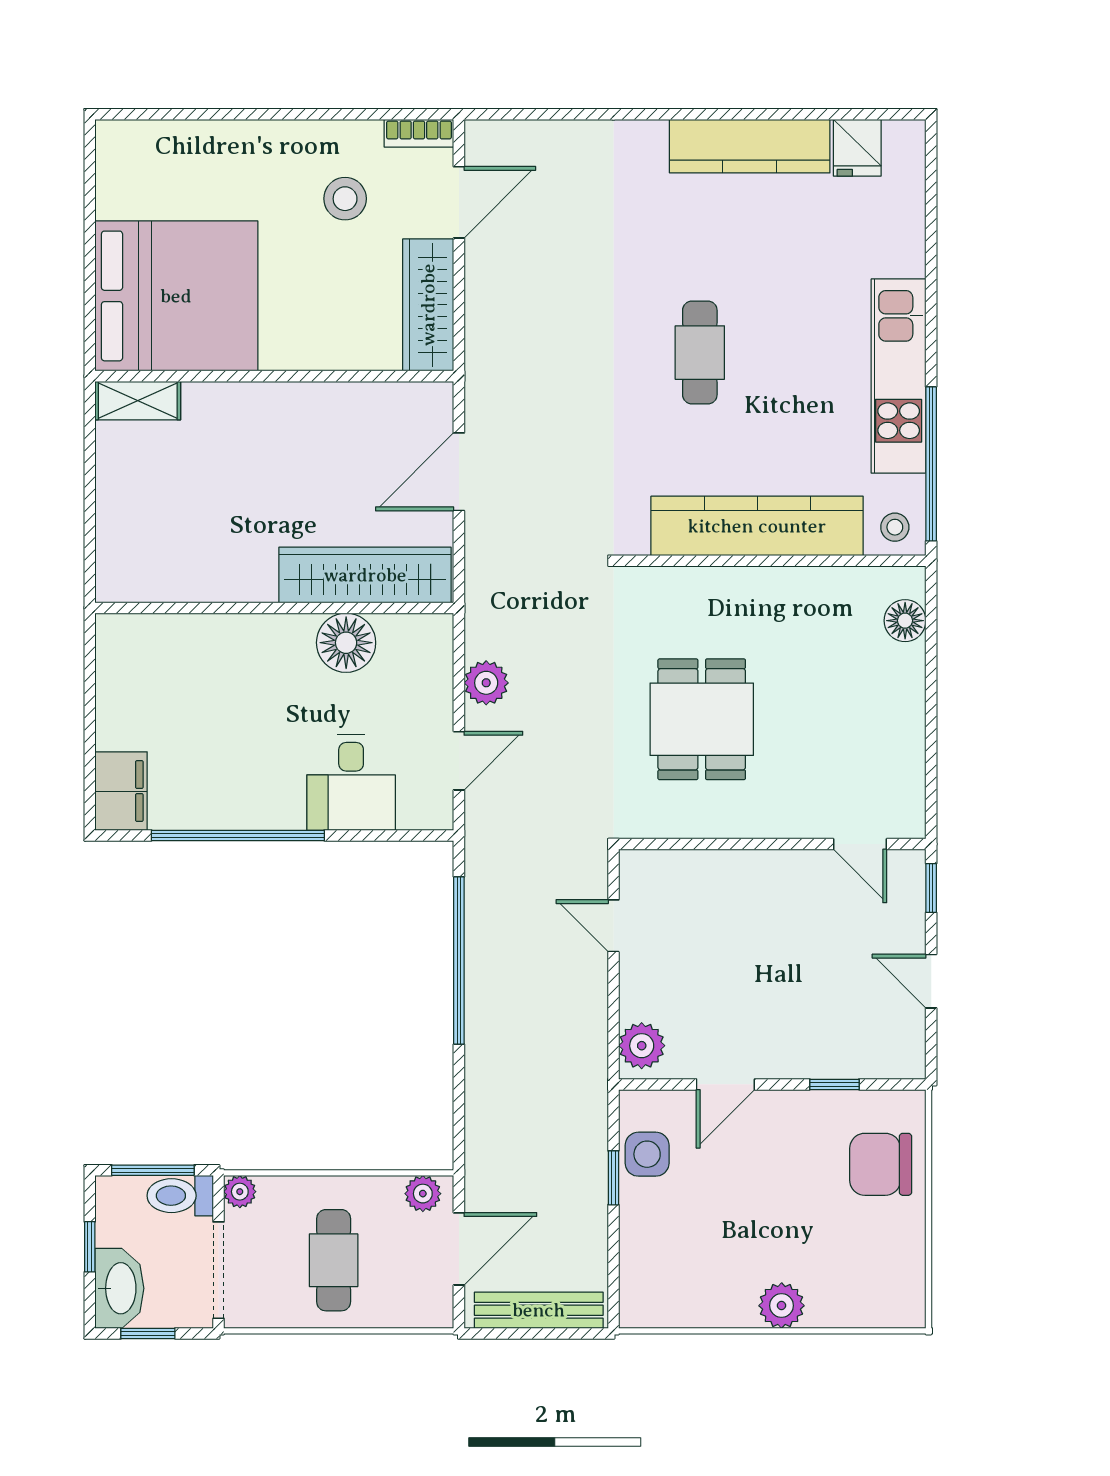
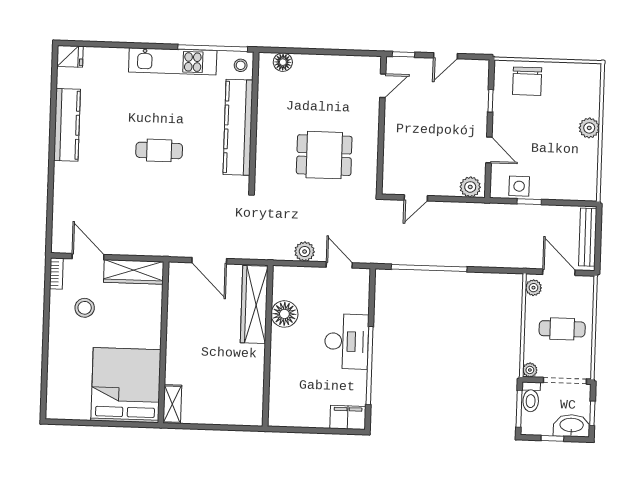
fridge: (857, 148) -> (70, 56), moved
desk: (351, 783) -> (347, 341), moved, width x1.37

